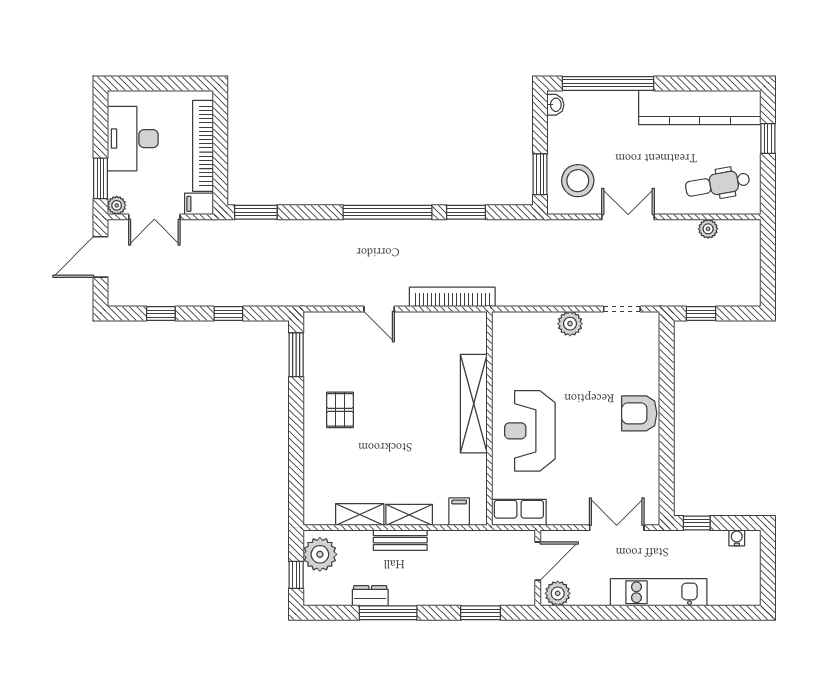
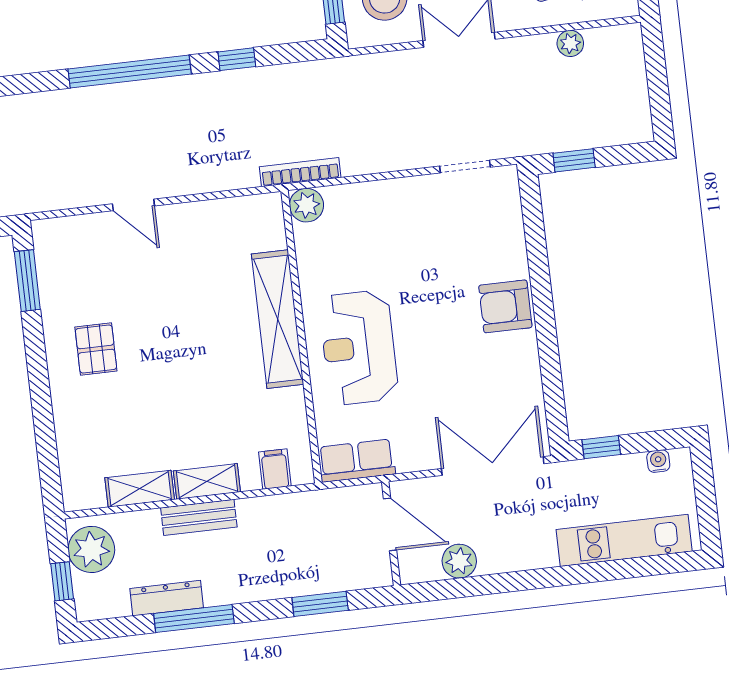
window: (466, 212) -> (237, 59), width x0.67
bookcase: (452, 297) -> (300, 172), moved, width x0.68, depth x0.76
plant: (570, 324) -> (306, 205), moved
double door: (617, 528) -> (493, 466), width x1.37
door: (538, 561) -> (390, 524), hinge flipped
kitchen unit: (659, 592) -> (624, 540), moved
plant: (558, 593) -> (459, 561), moved
dresser: (370, 596) -> (167, 598), width x1.44

